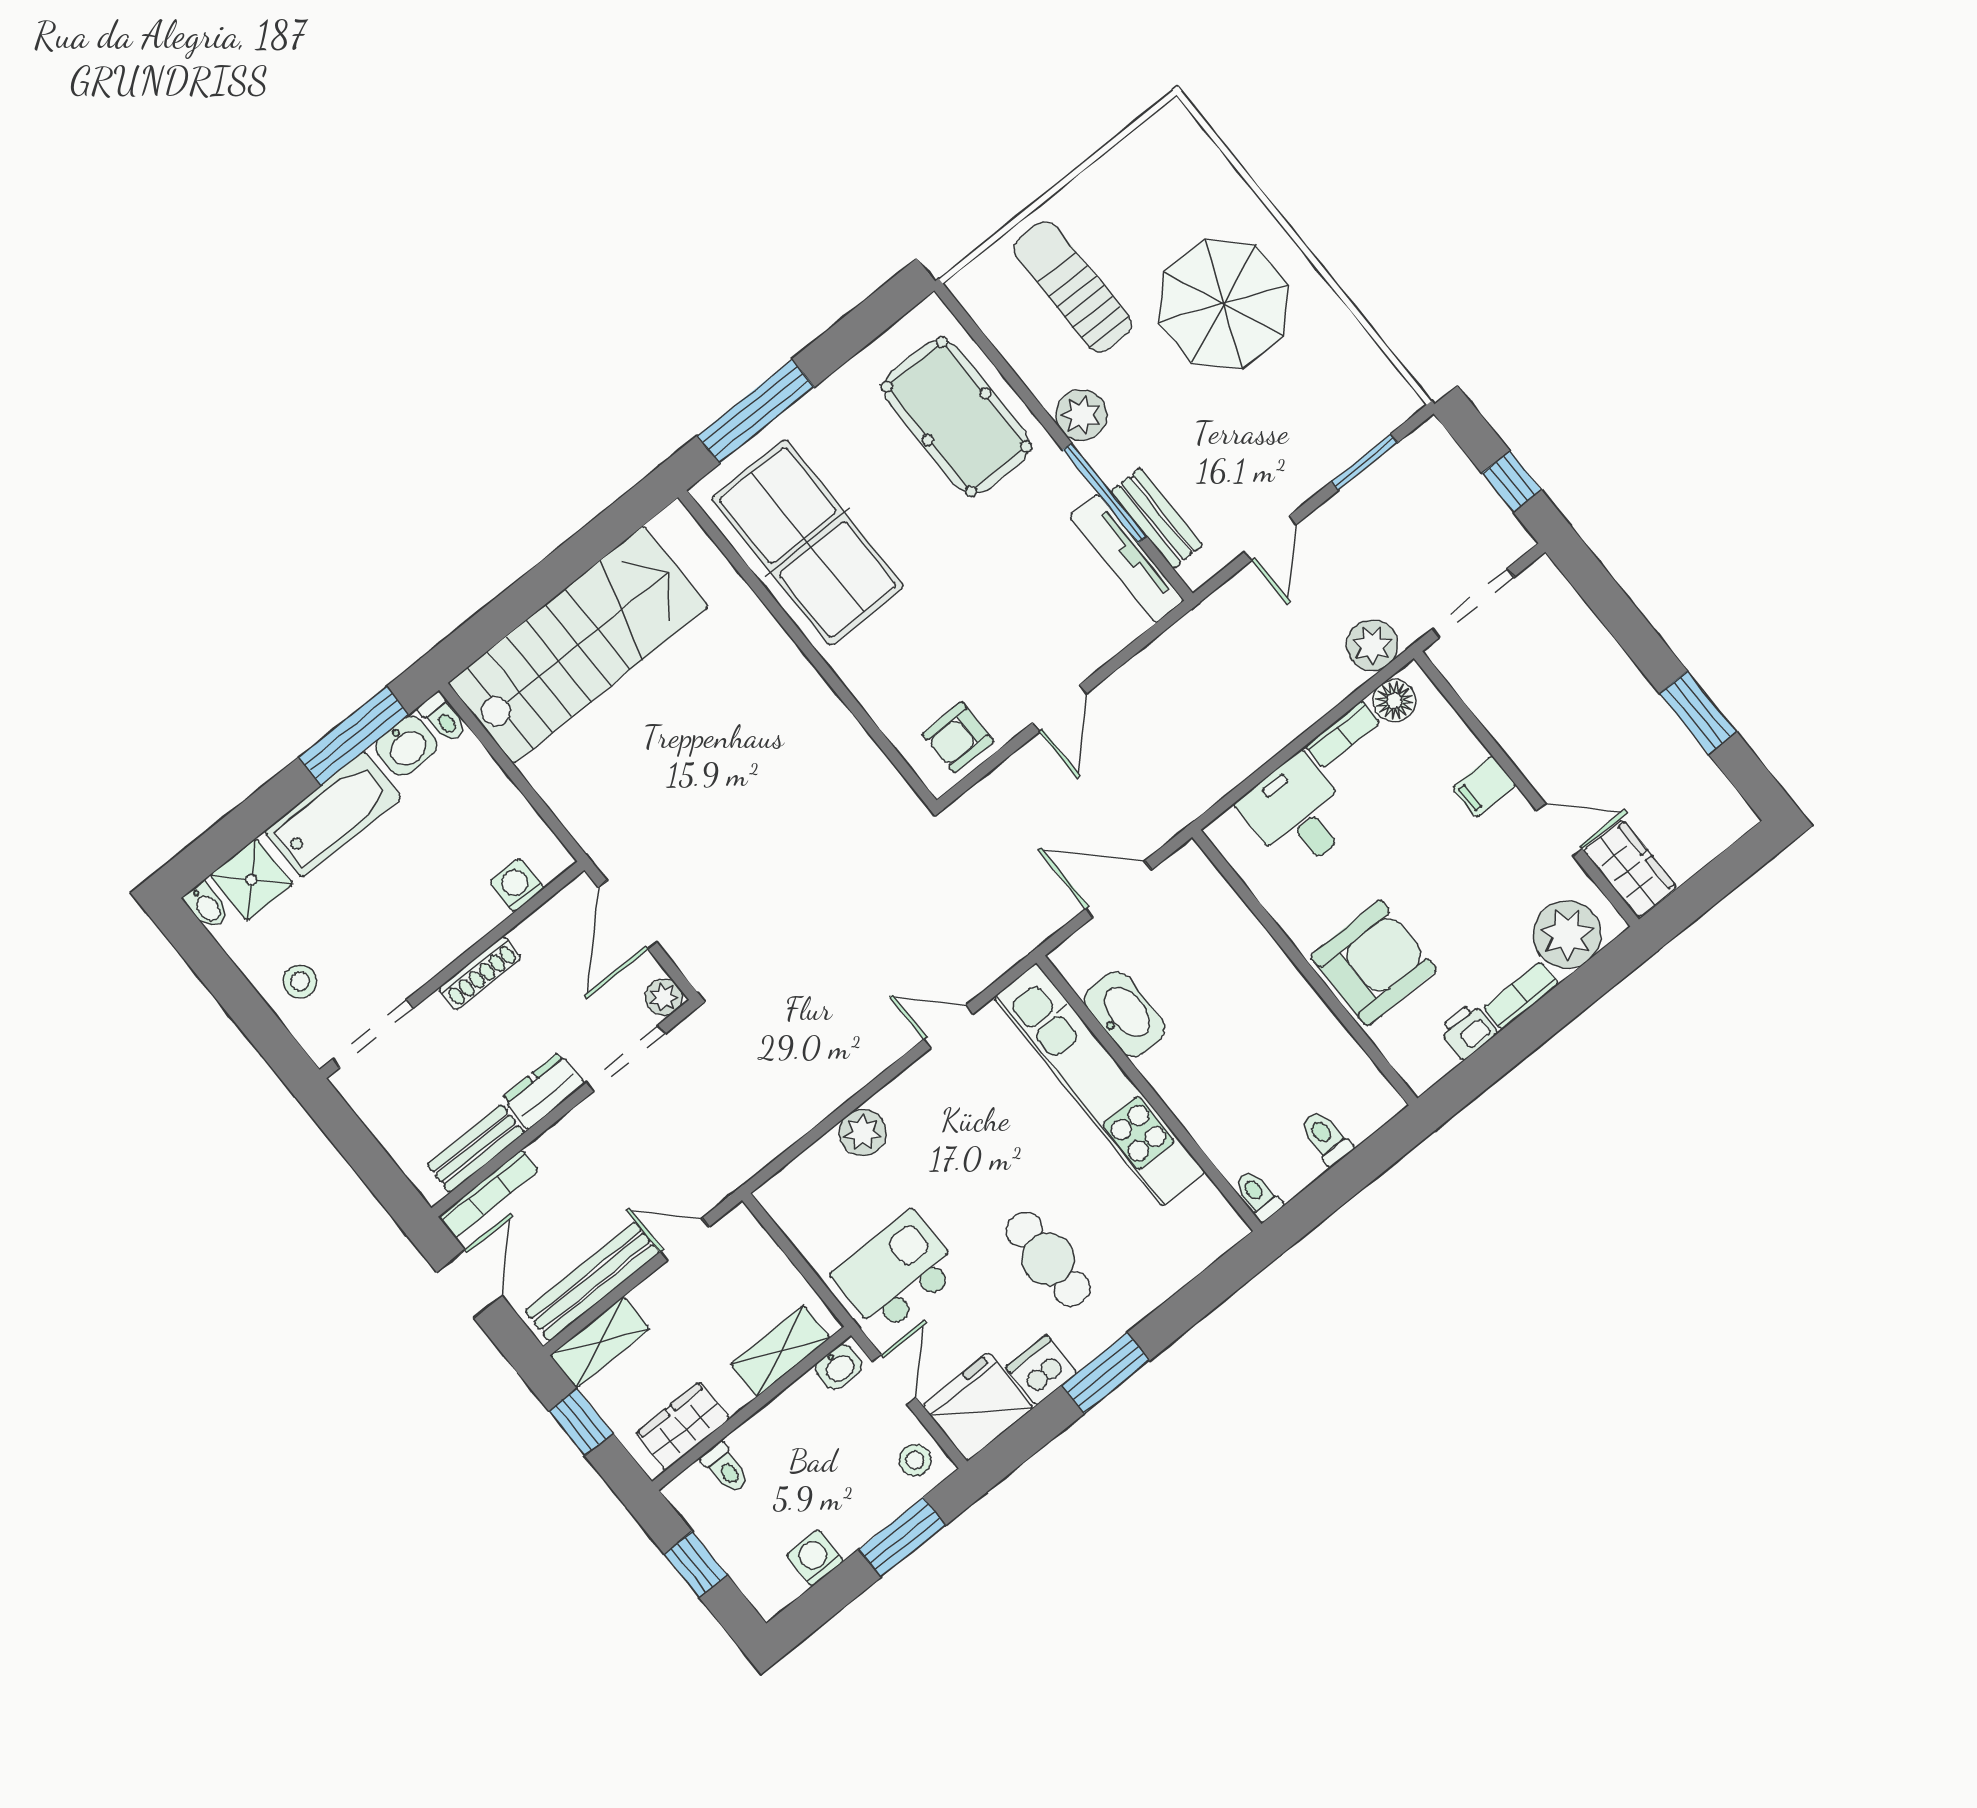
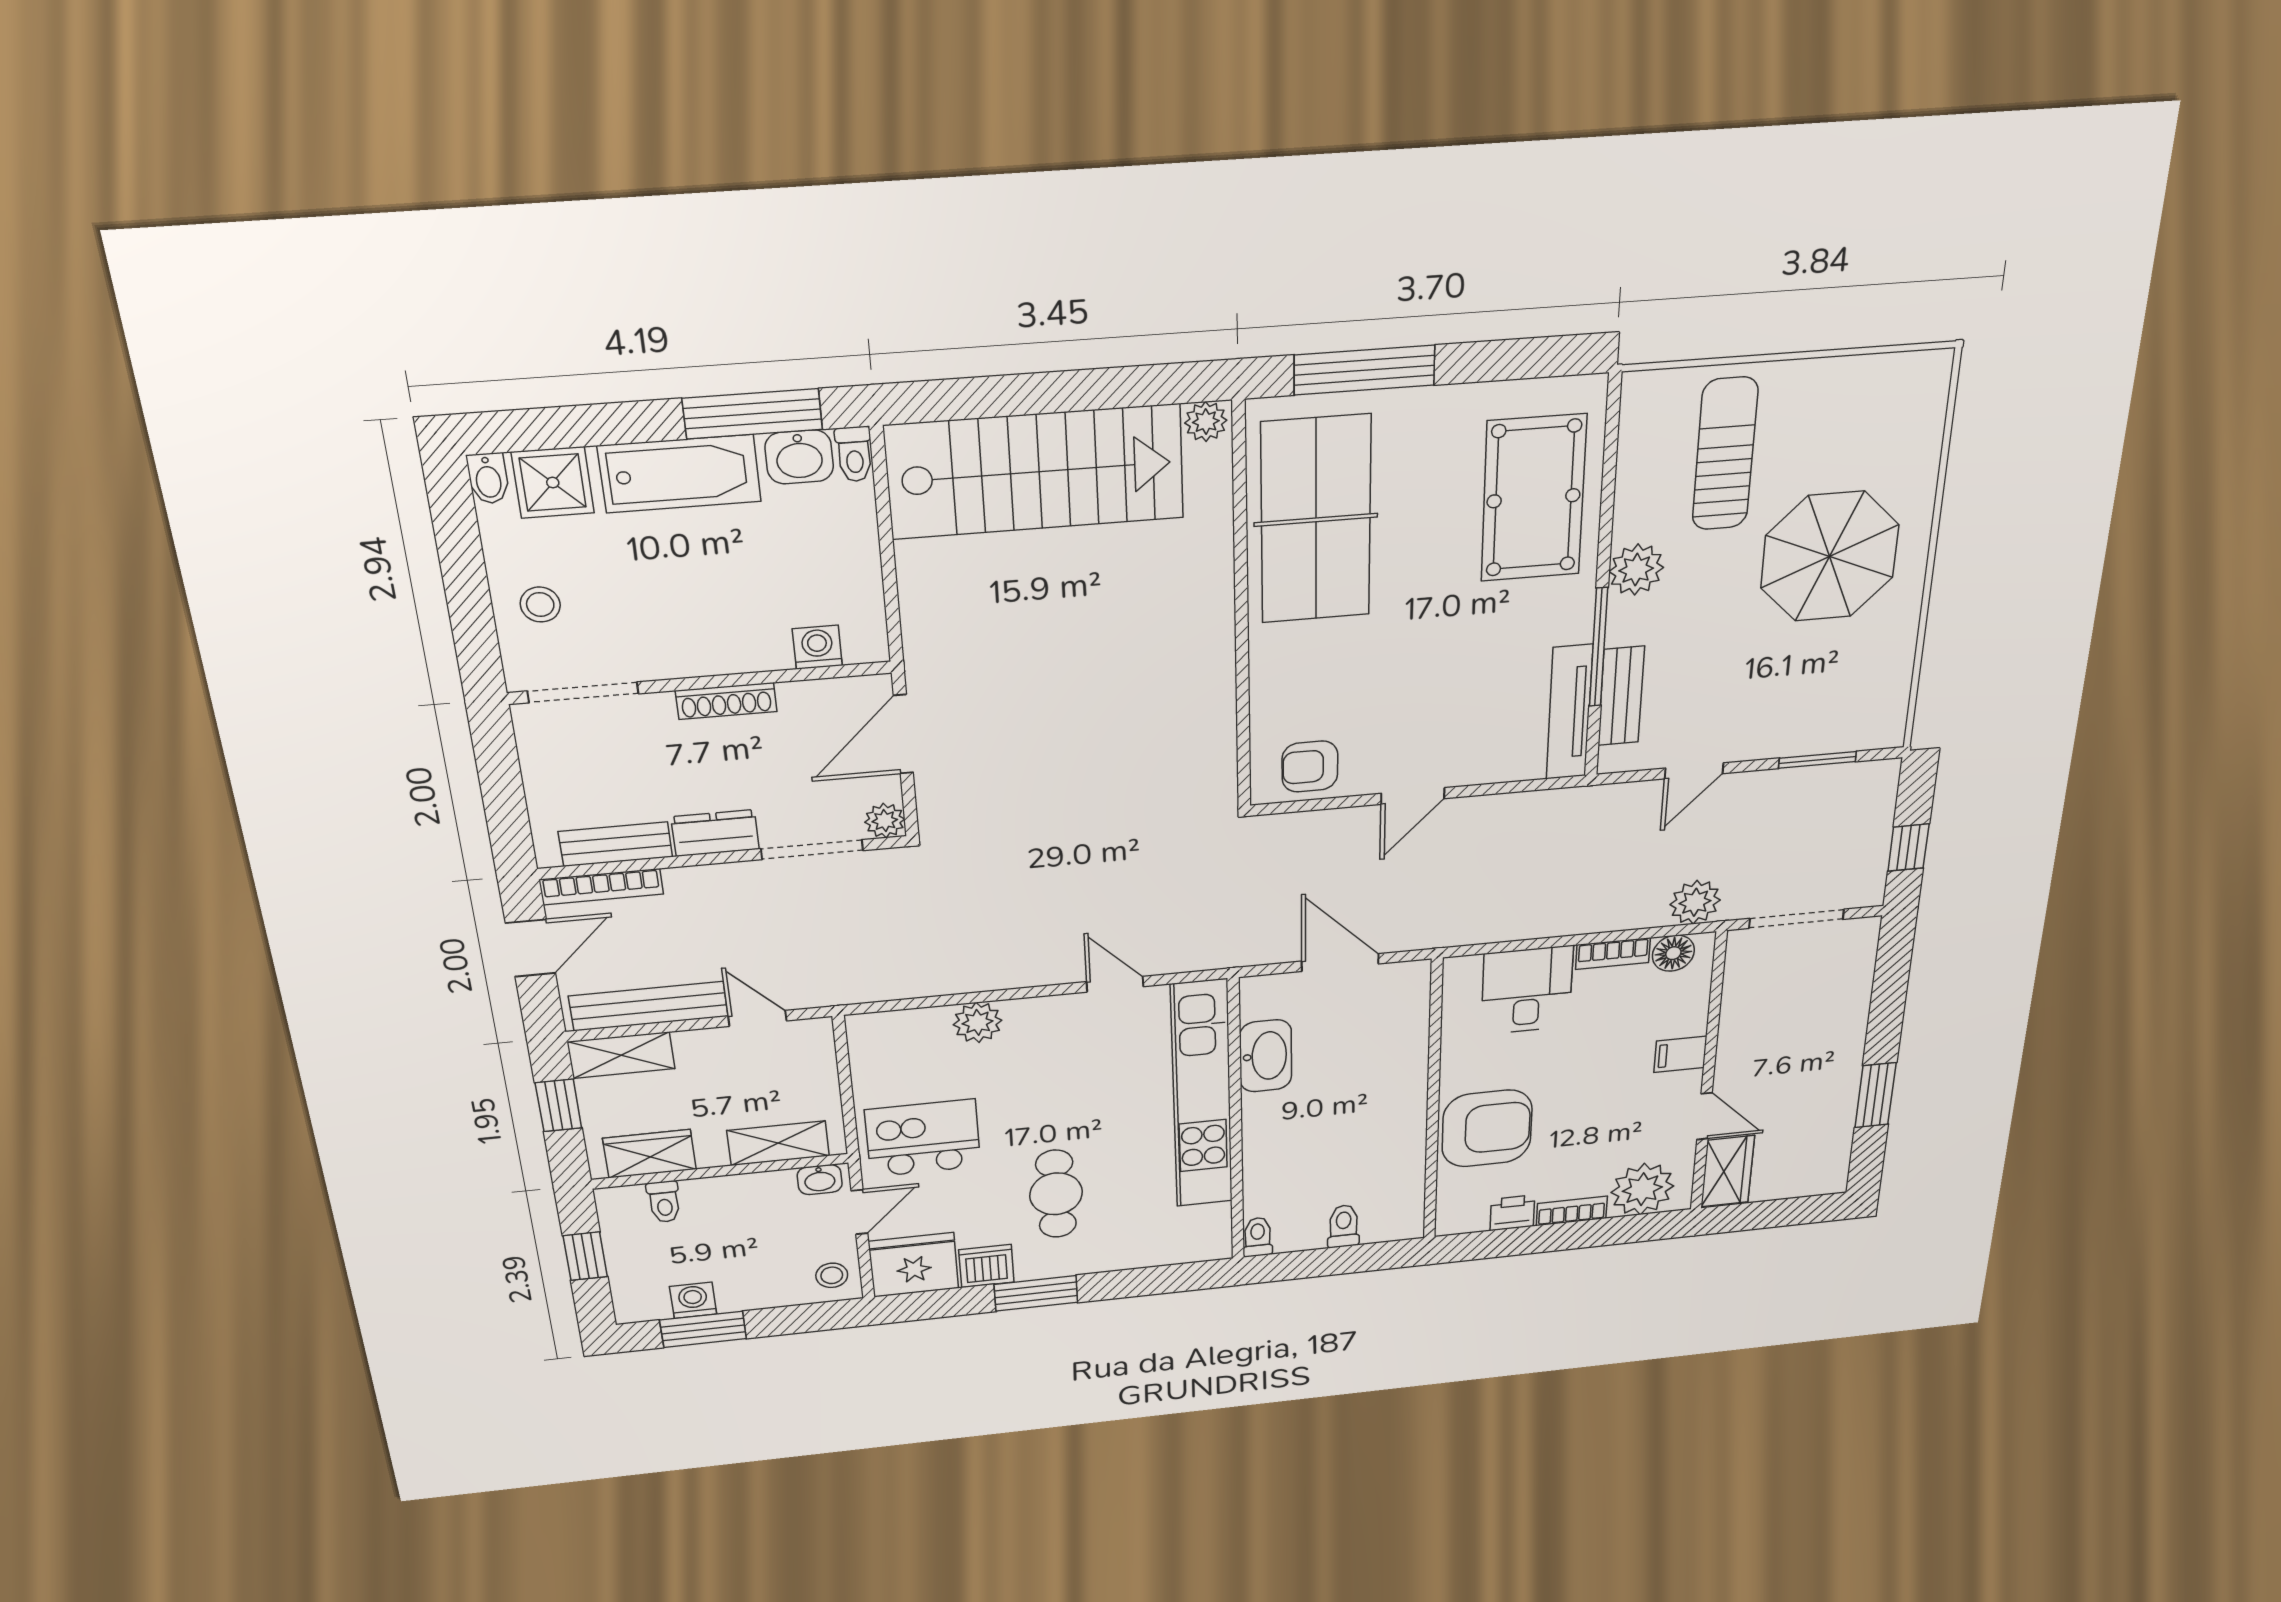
plant: (672, 526) -> (1206, 422), added
window: (902, 1537) -> (703, 1329), moved

